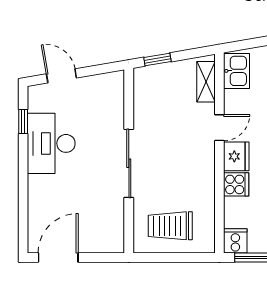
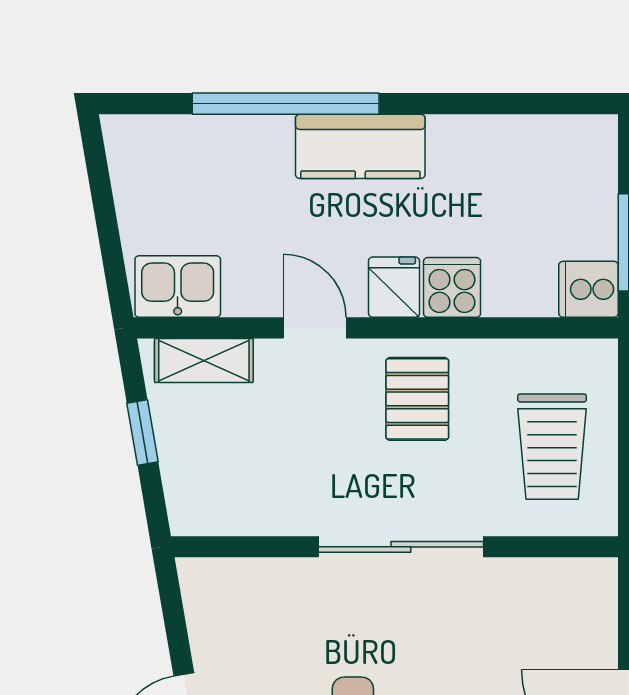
window: (157, 60) -> (142, 432), moved
fridge: (236, 156) -> (394, 287), width x0.72
pallet: (190, 170) -> (417, 399), added

